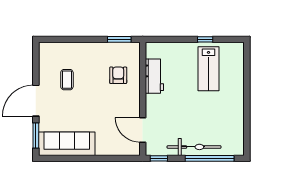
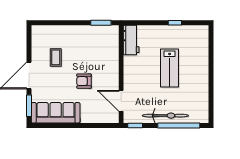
lab bench: (209, 69) -> (170, 68), moved
armchair: (118, 75) -> (84, 81), moved, turned -90
workbench: (154, 76) -> (131, 40), moved

